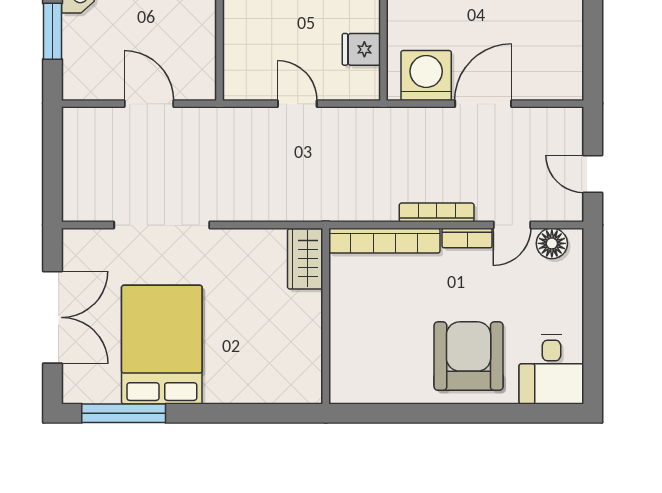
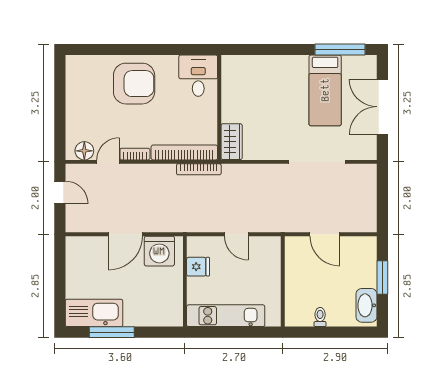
bookcase: (437, 212) -> (199, 169), moved
bed: (162, 345) -> (325, 90), width x0.67
armchair: (469, 356) -> (134, 84), turned -90
desk: (551, 369) -> (198, 76), moved

